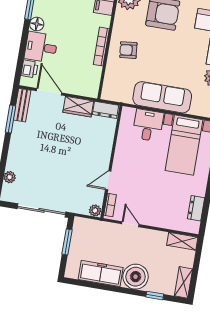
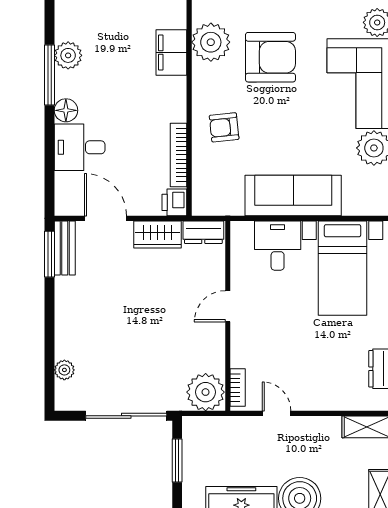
bookcase: (101, 47) -> (179, 155), moved
printer: (29, 69) -> (174, 202), moved, turned 180
window: (10, 119) -> (50, 254), moved
door: (108, 180) -> (228, 306), moved
plant: (95, 211) -> (206, 392), width x1.87, depth x1.87

